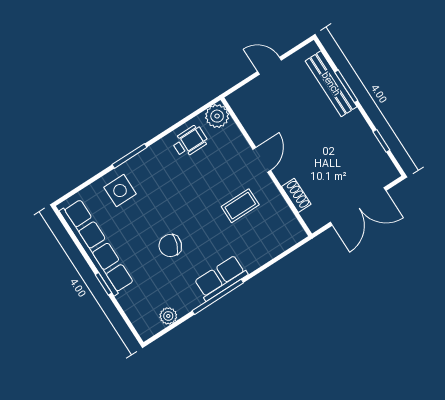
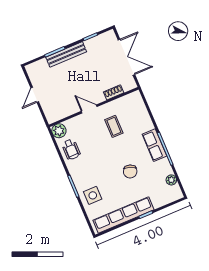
bench: (331, 84) -> (66, 54), moved
wheelchair: (190, 141) -> (71, 149), turned 180

